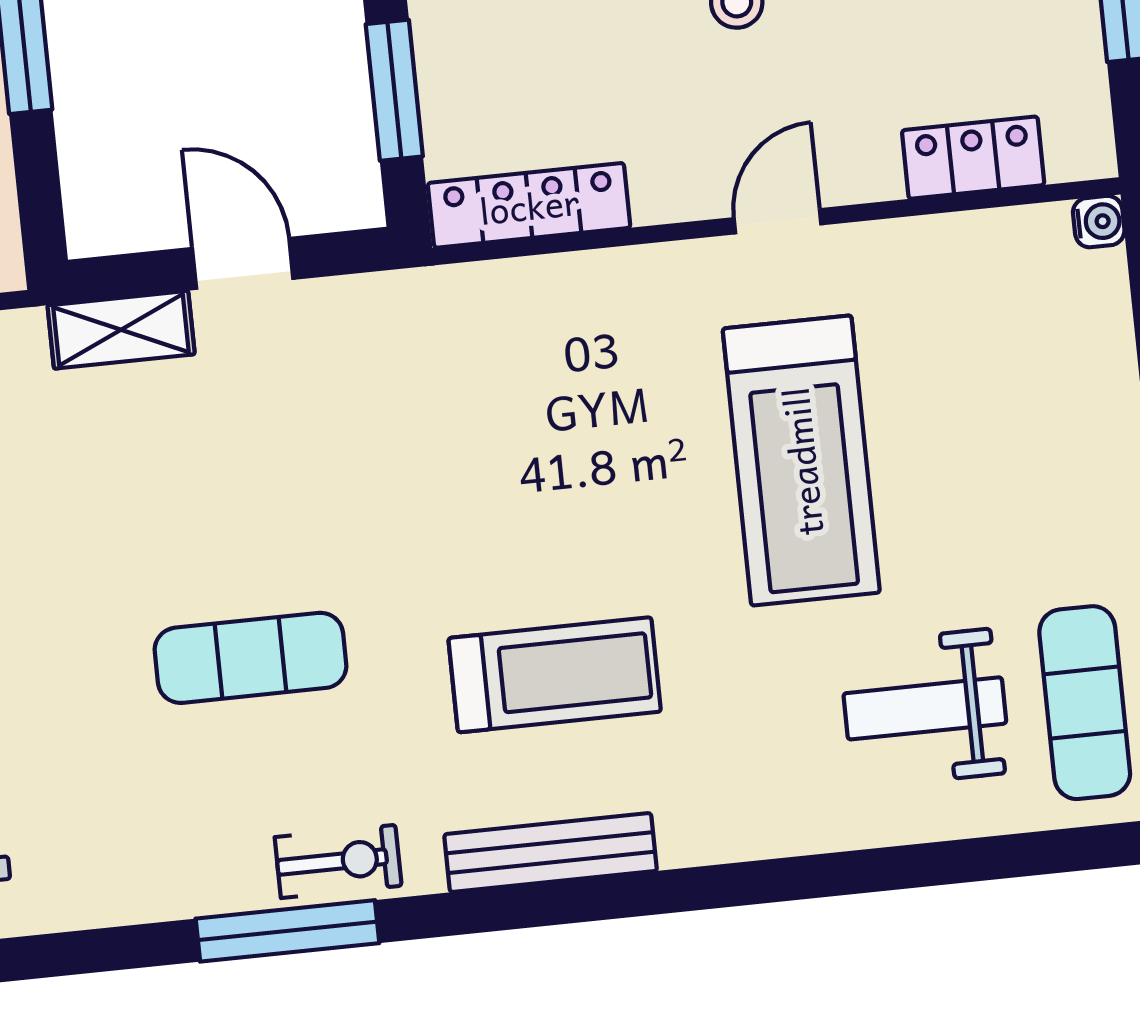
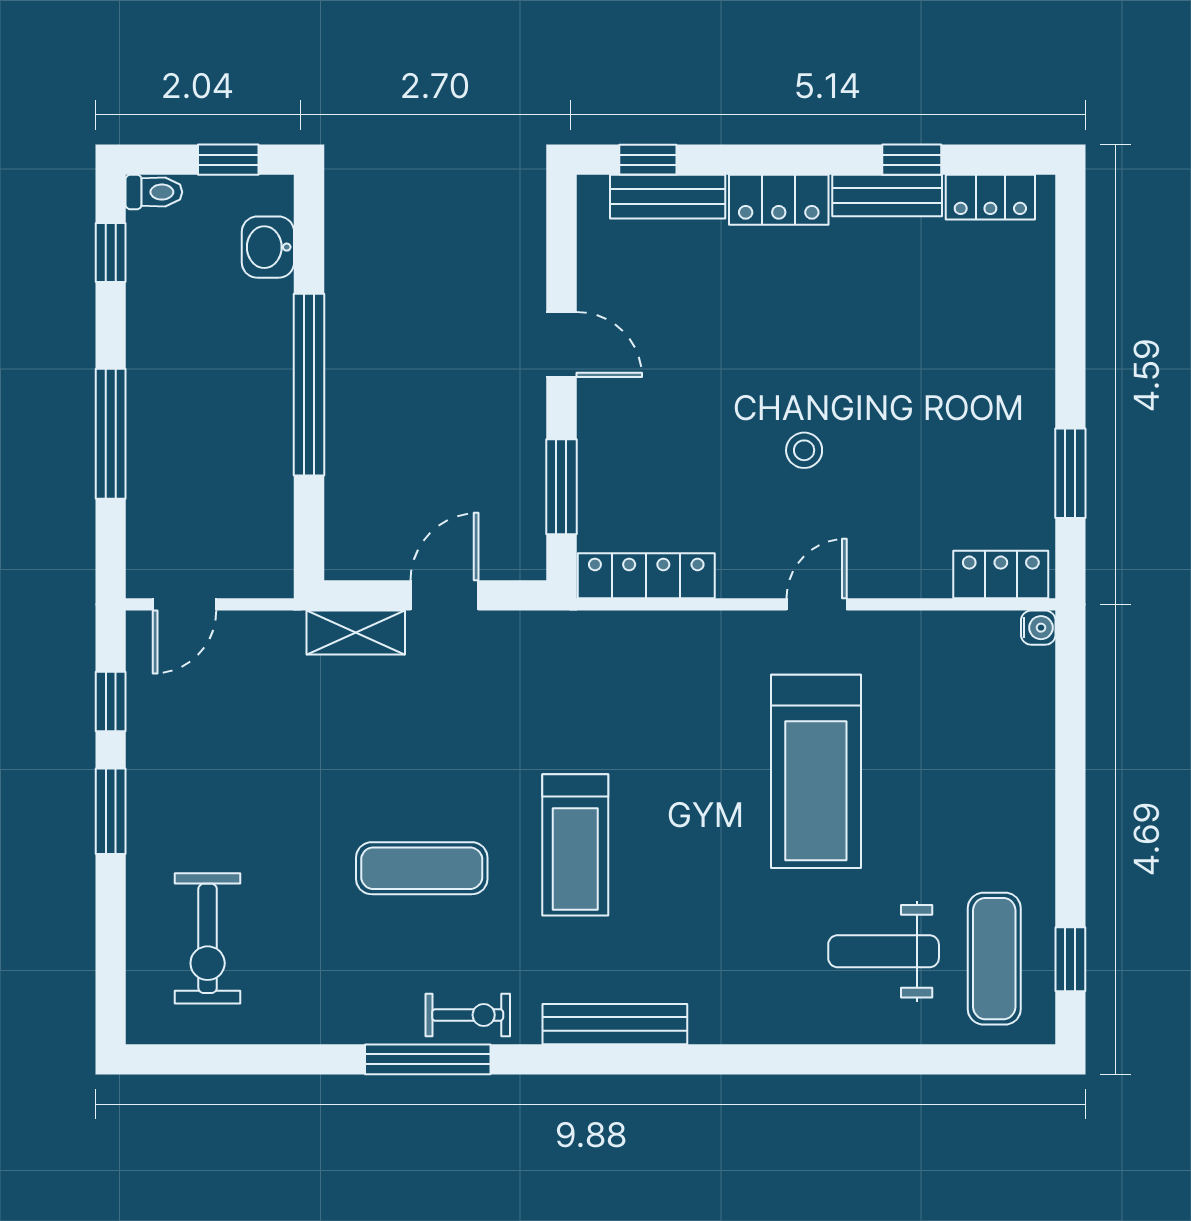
locker: (973, 158) -> (1001, 575), moved
door: (243, 263) -> (444, 595), hinge flipped
treadmill: (555, 675) -> (575, 845), moved, turned 90

